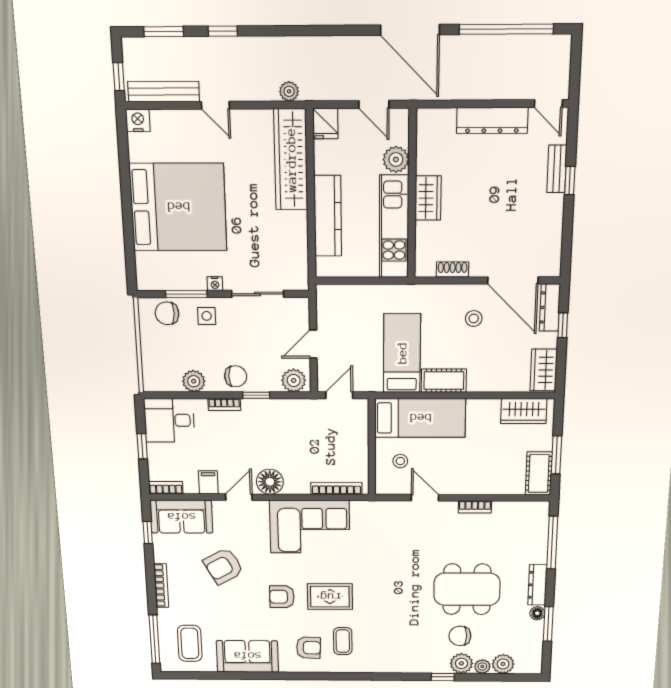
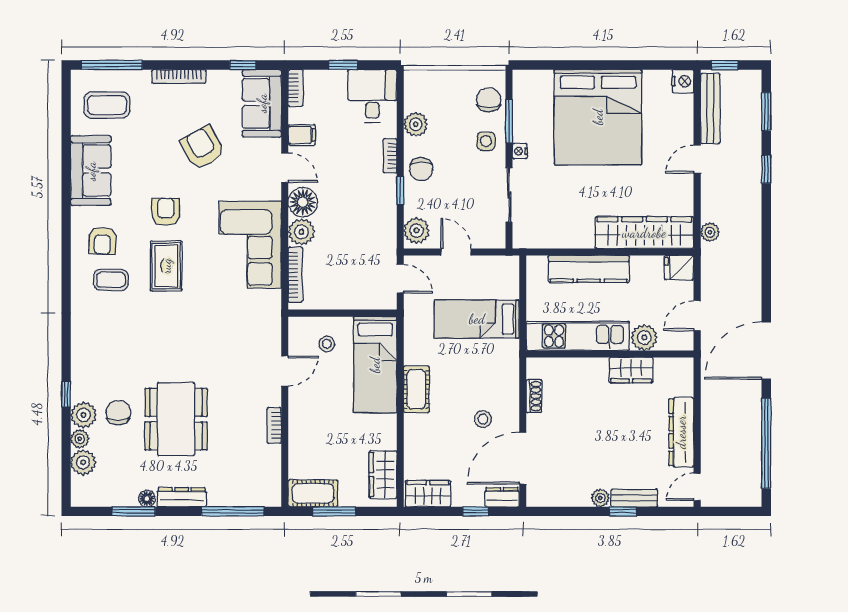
wardrobe: (428, 198) -> (631, 370), moved
plant: (555, 204) -> (600, 498), added
dresser: (550, 307) -> (502, 497), width x0.70
bed: (402, 353) -> (477, 319), moved, turned 180
plant: (297, 483) -> (301, 232), added

